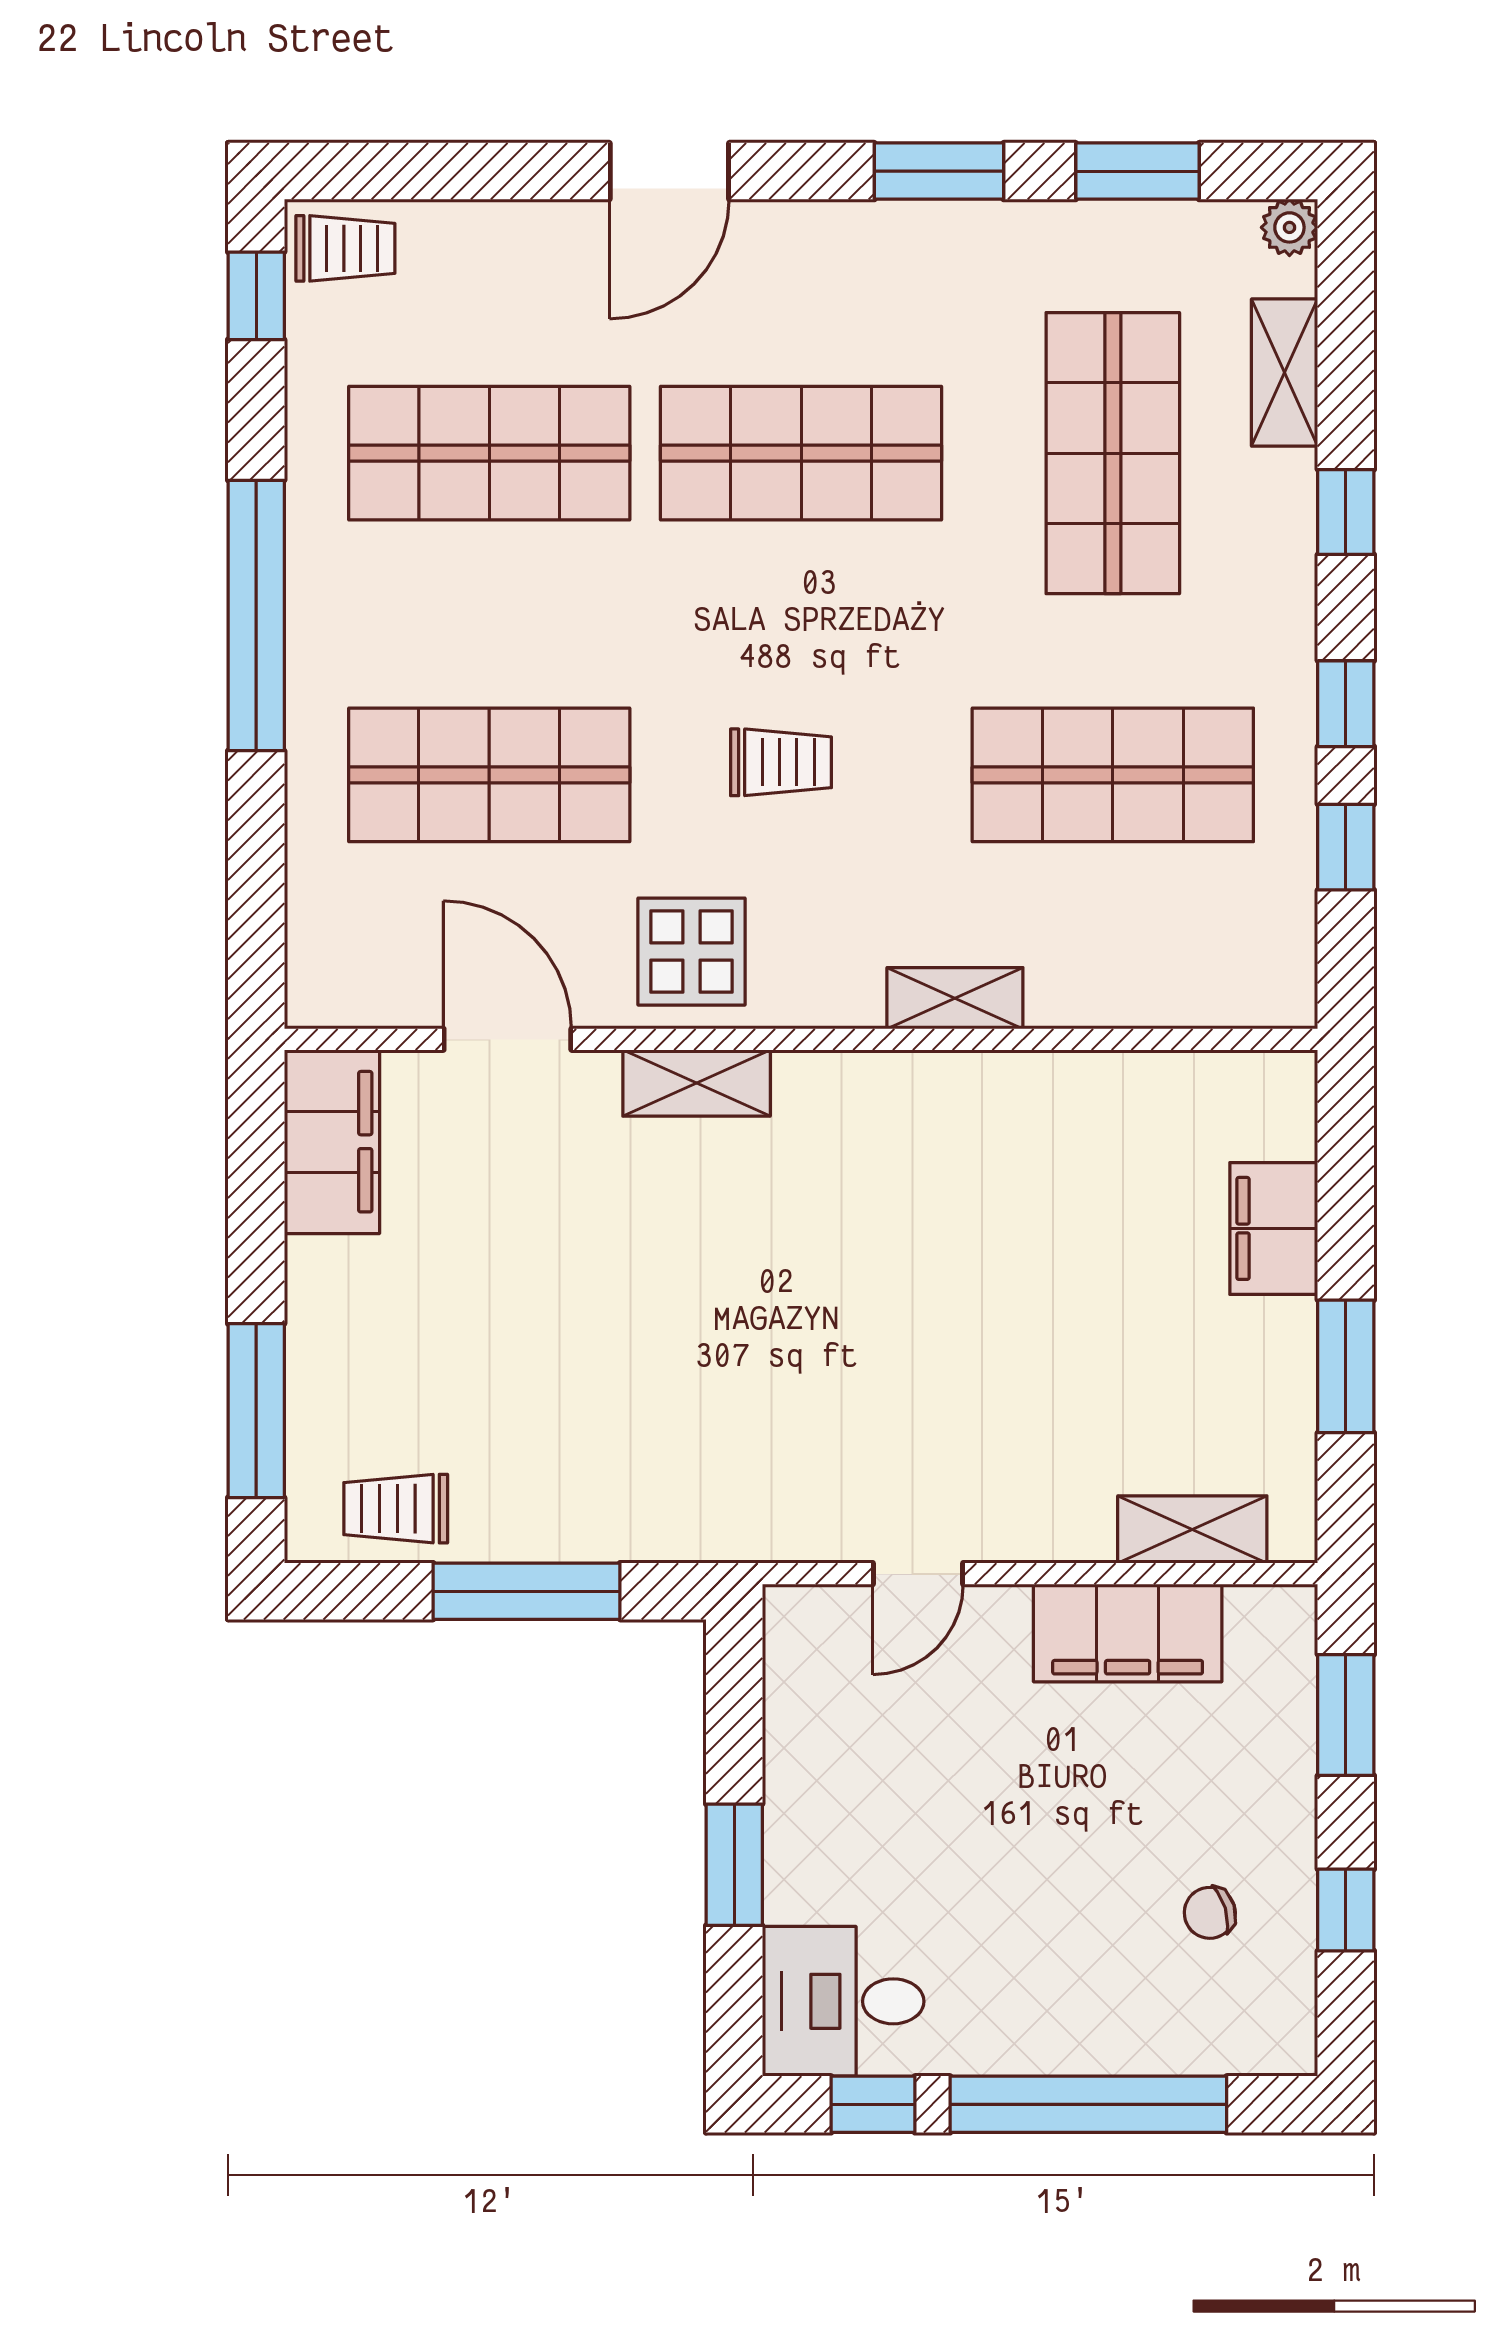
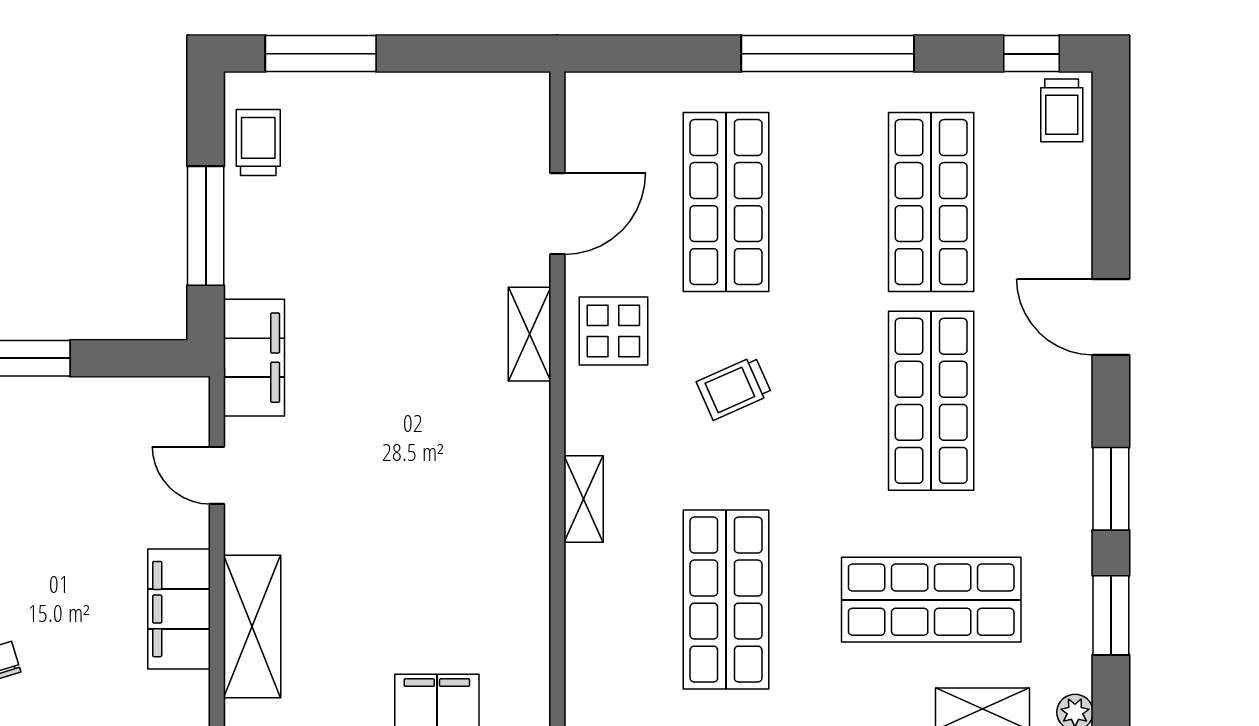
trolley: (781, 762) -> (734, 388), turned 66
filing cabinet: (332, 1142) -> (254, 358), moved, turned -90
shelving: (1192, 1529) -> (252, 627), width x1.50, depth x1.33

